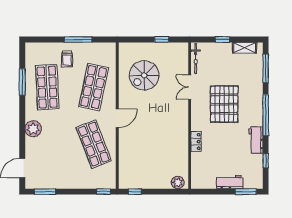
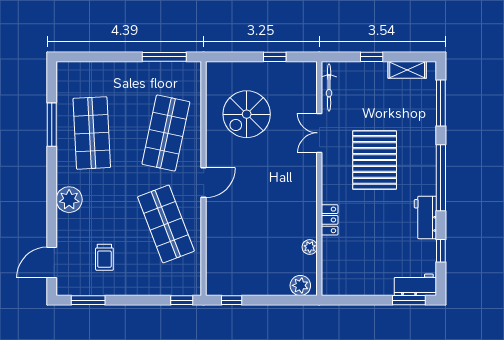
window: (78, 40) -> (164, 57), moved
trolley: (67, 59) -> (104, 257), moved
plant: (184, 158) -> (310, 247), added
workbench: (230, 182) -> (415, 285), moved

